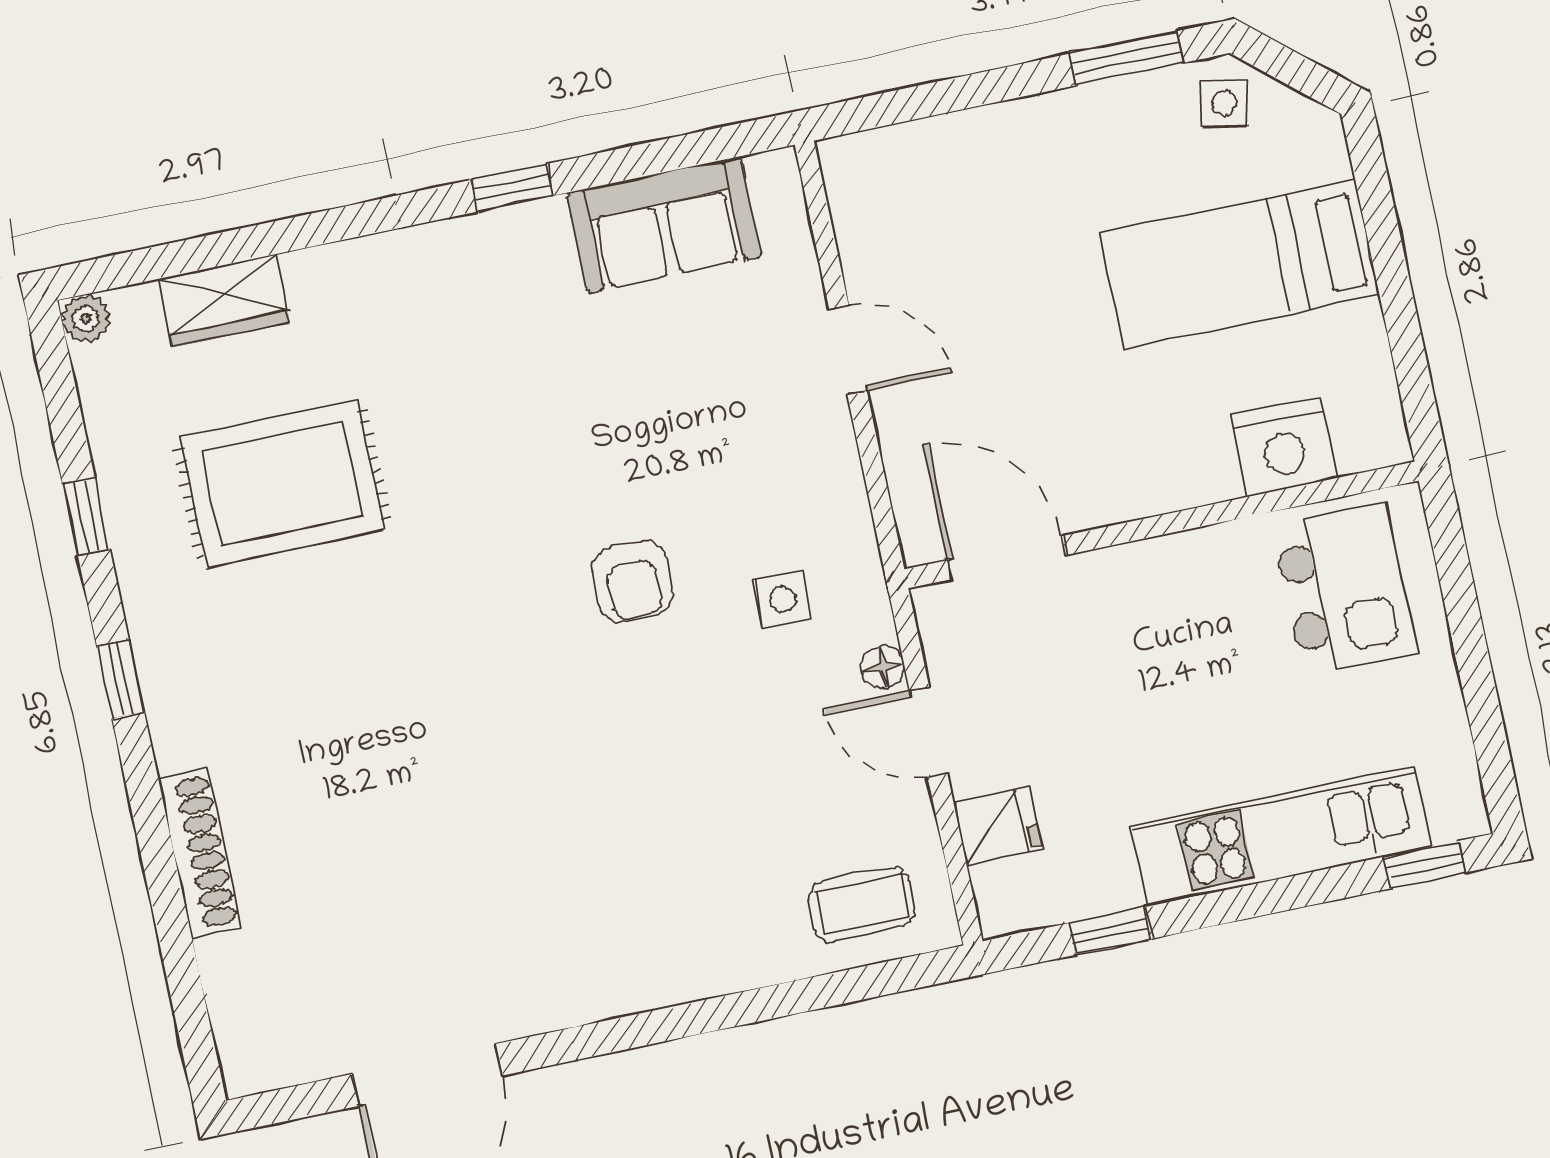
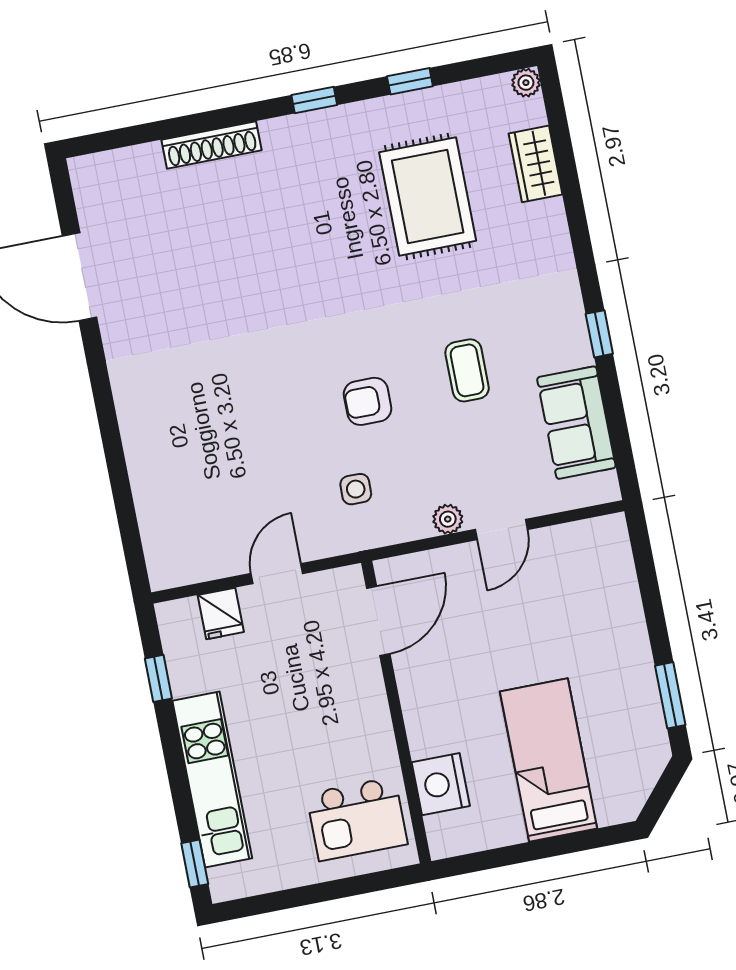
side table: (1224, 103) -> (643, 752), removed
plant: (831, 441) -> (448, 519), added
floor lamp: (883, 667) -> (315, 547), removed
coffee table: (862, 904) -> (467, 370), moved

